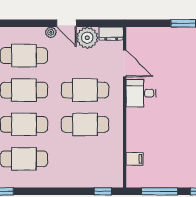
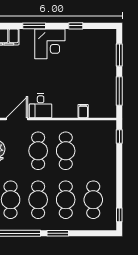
filing cabinet: (134, 159) -> (83, 111), moved

